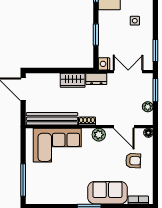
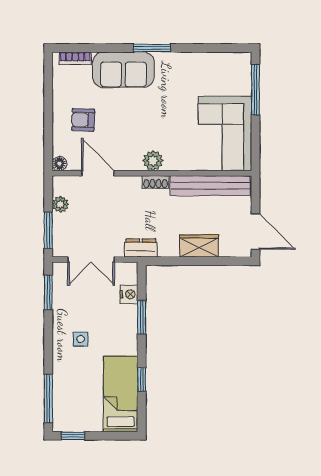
nightstand: (104, 64) -> (129, 294), moved
wardrobe: (73, 80) -> (199, 246), moved
plant: (99, 135) -> (153, 161), moved
corner sofa: (57, 145) -> (225, 133), moved, turned -90

